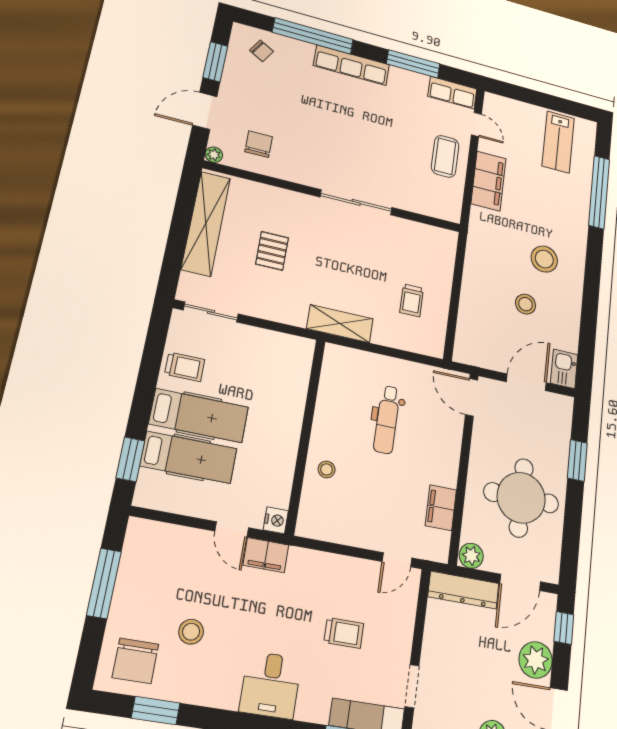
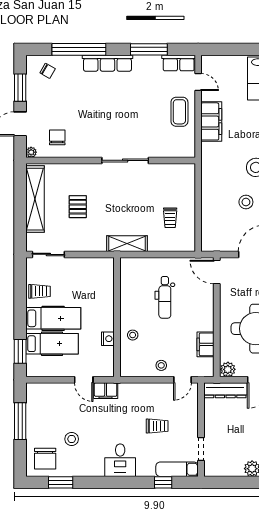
nightstand: (276, 520) -> (108, 339), moved
stool: (366, 529) -> (161, 365), added

